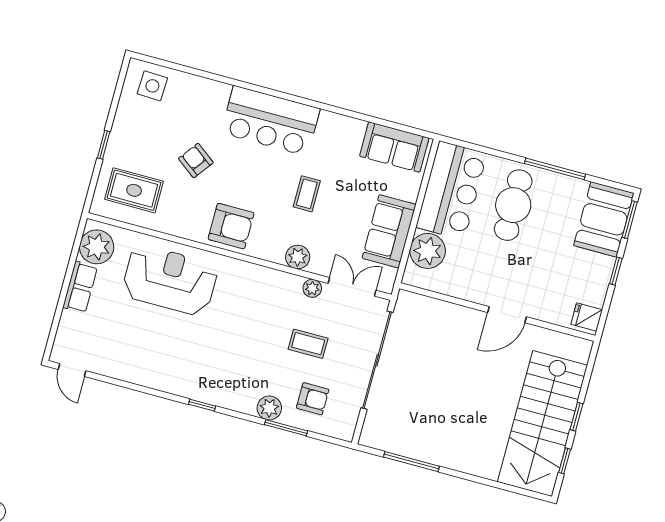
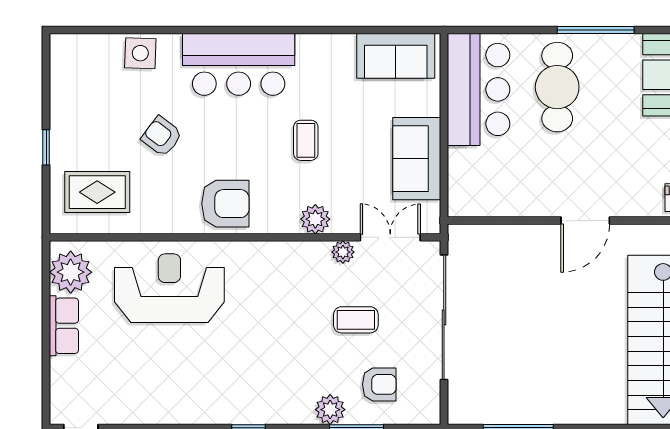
side table: (152, 86) -> (140, 53), moved
plant: (428, 251) -> (469, 170), removed

